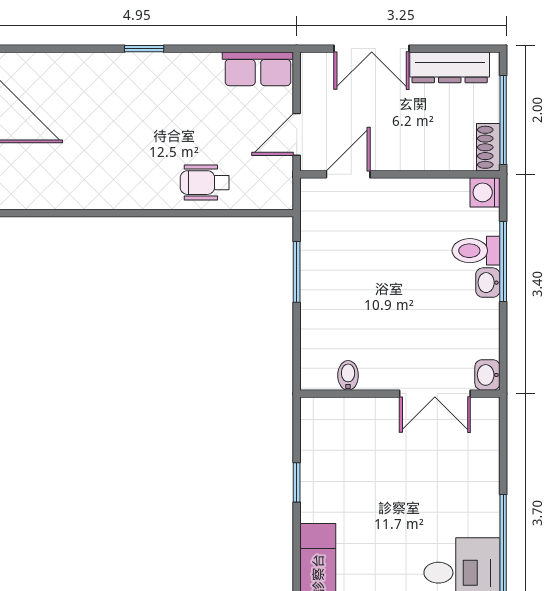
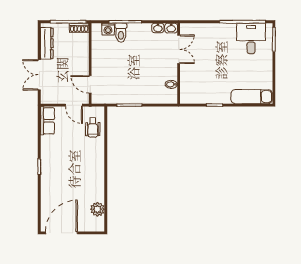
double door: (372, 49) -> (39, 75), swing flipped
wheelchair: (205, 183) -> (93, 128), moved
plant: (39, 192) -> (97, 209), added
washing machine: (485, 192) -> (108, 29), moved
washbasin: (488, 283) -> (158, 28), moved

